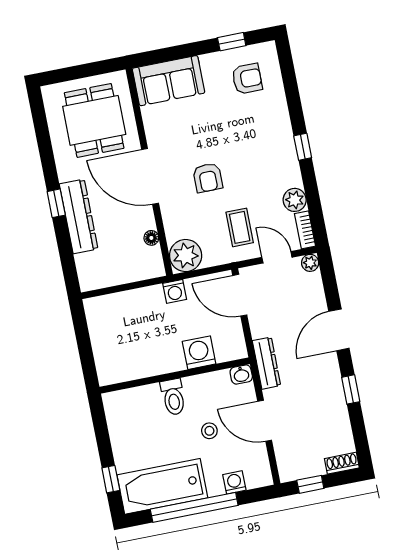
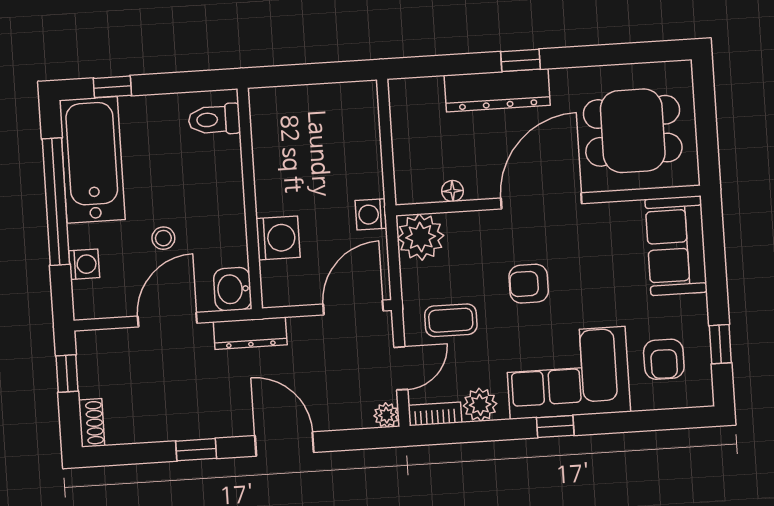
corner sofa: (265, 143) -> (568, 373), added
washbasin: (241, 375) -> (233, 289), width x1.38, depth x1.45
toilet: (173, 397) -> (214, 120), moved

